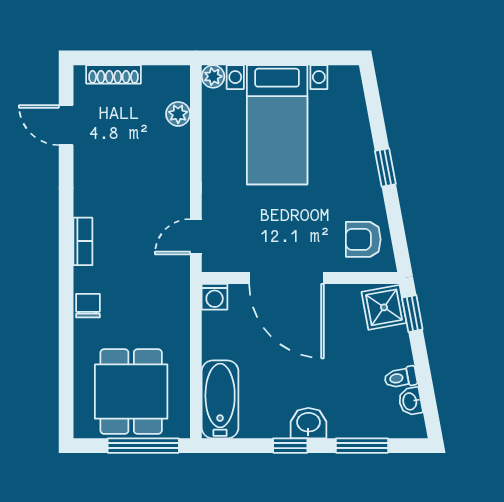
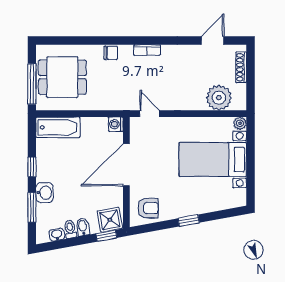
plant: (178, 114) -> (219, 98), width x1.87, depth x1.87
armchair: (363, 239) -> (148, 208), turned 90
bidet: (397, 355) -> (83, 227), added
washbasin: (308, 423) -> (45, 193), moved

